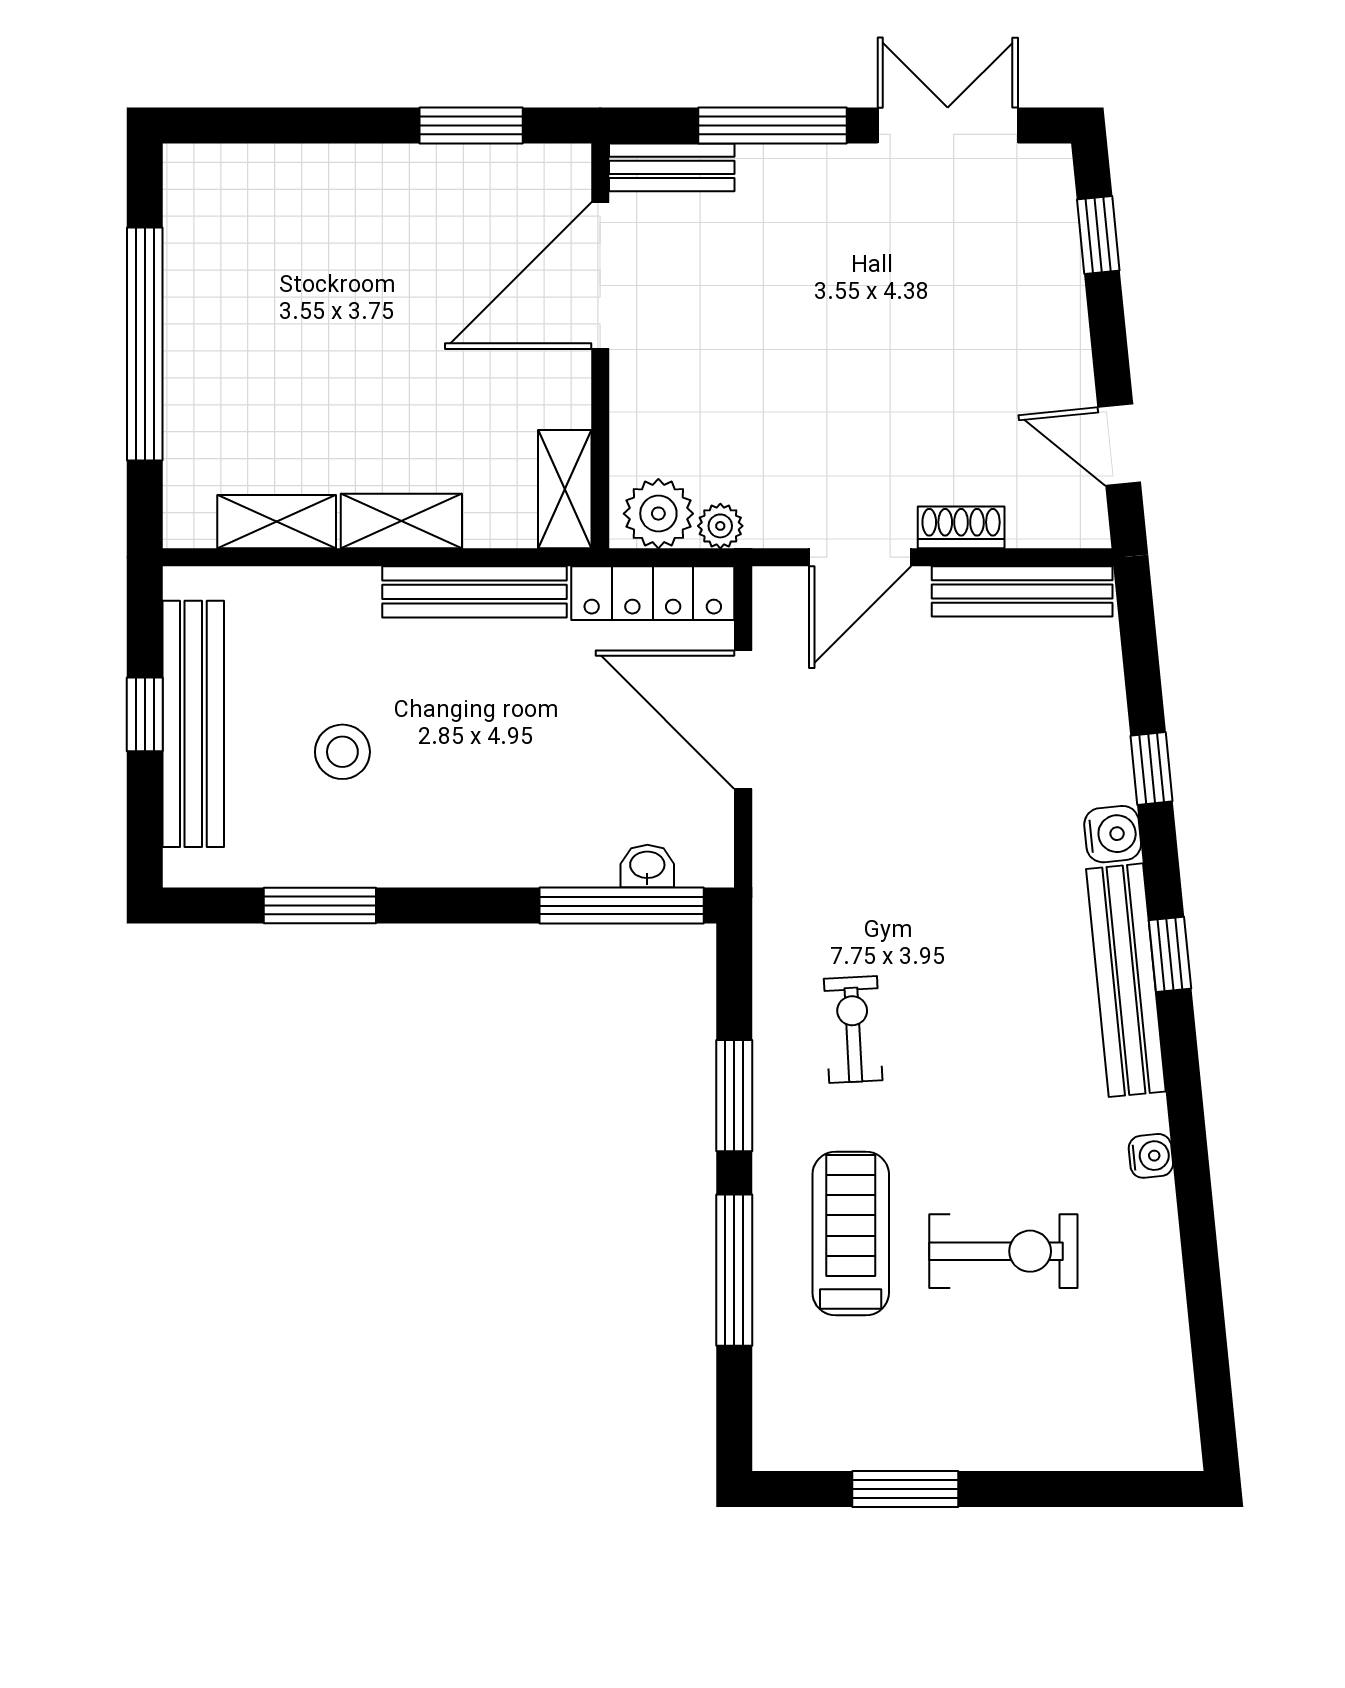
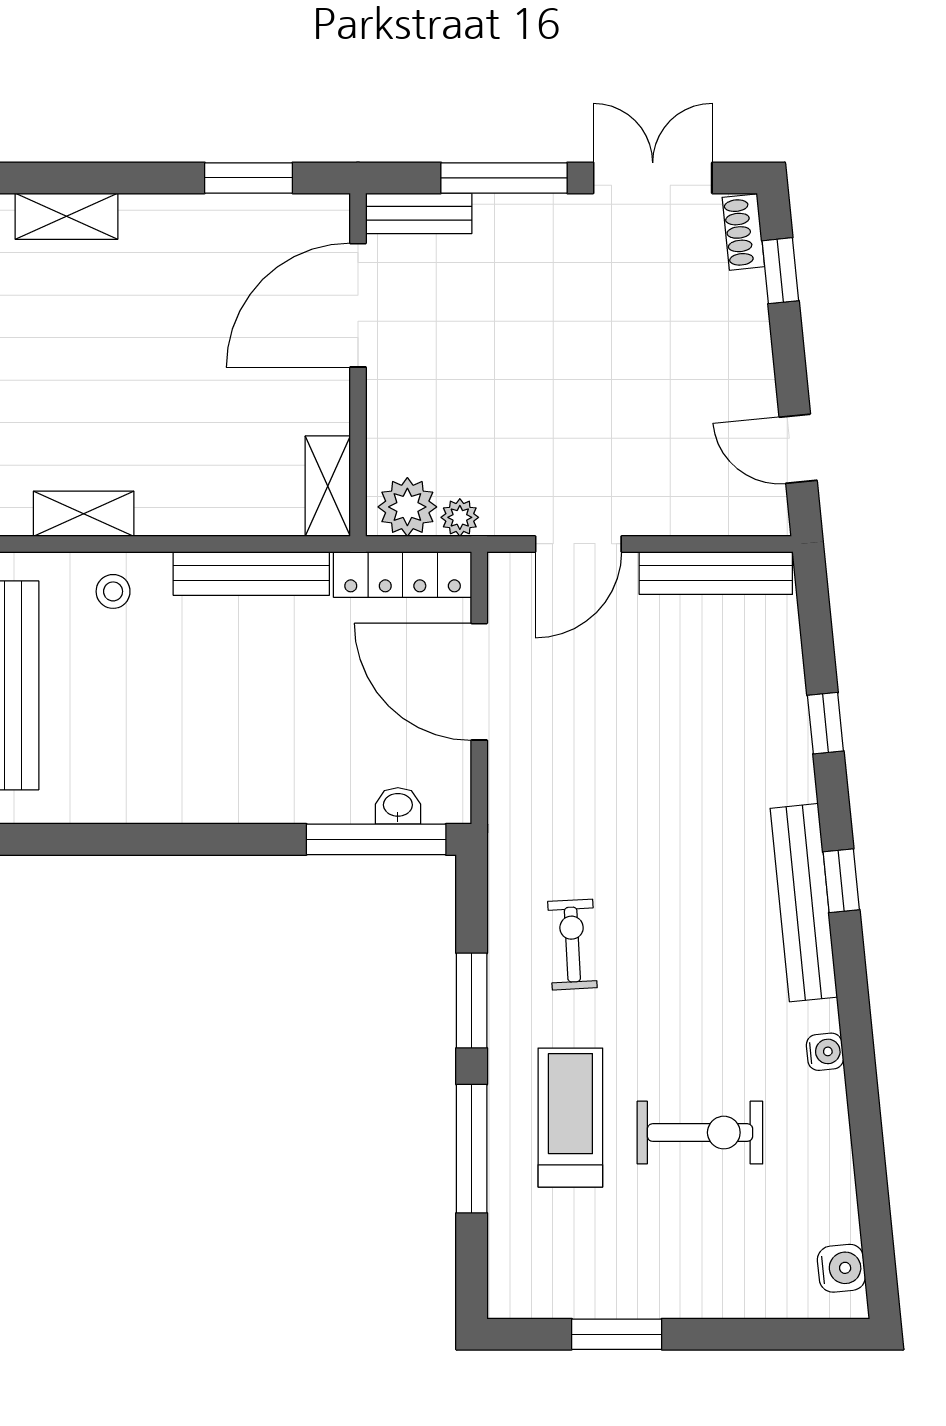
shelving: (401, 521) -> (66, 216), moved
shoe rack: (961, 527) -> (743, 232), moved, turned -96
stool: (342, 752) -> (113, 591), moved, width x0.73, depth x0.73
water cooler: (1113, 834) -> (841, 1268), moved
window: (320, 906) -> (120, 839), removed

